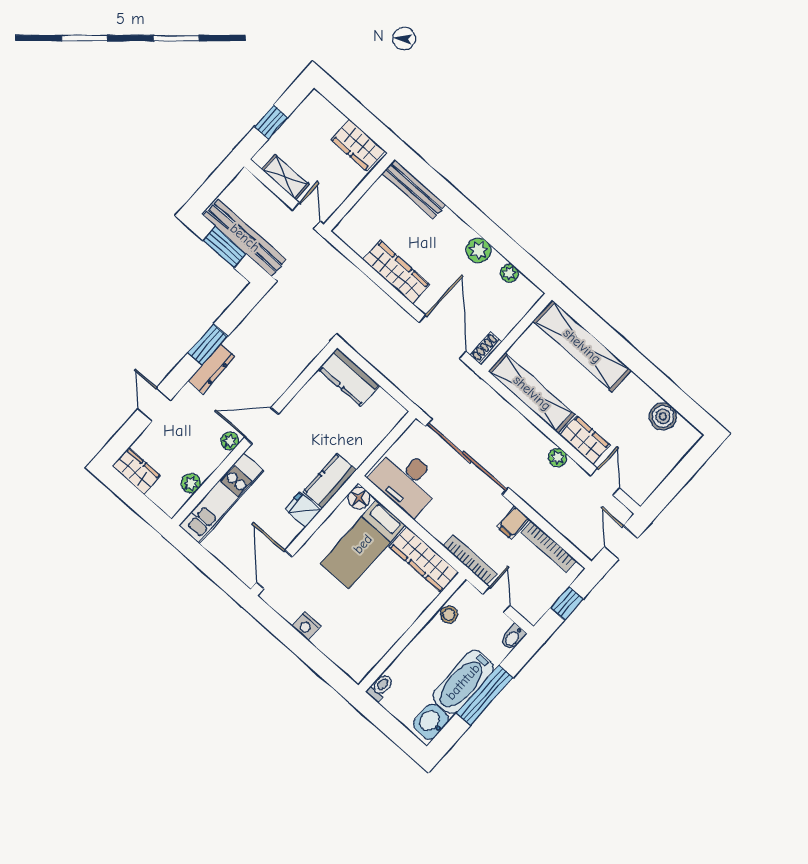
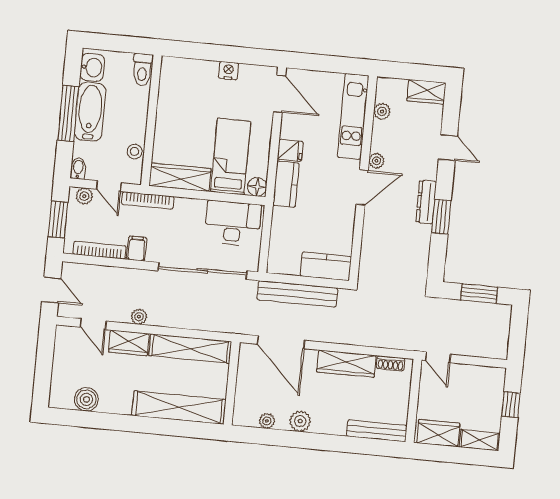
shelving: (285, 177) -> (480, 440), moved
bench: (245, 238) -> (297, 294), moved
shoe rack: (486, 348) -> (391, 363), moved, turned 90
window: (567, 603) -> (58, 220), width x1.50
plant: (526, 607) -> (84, 196), added
toilet: (380, 687) -> (142, 70), width x1.37, depth x1.39

